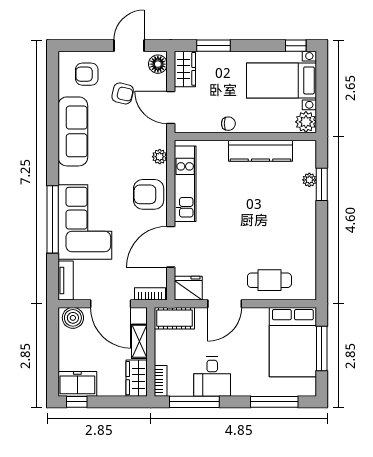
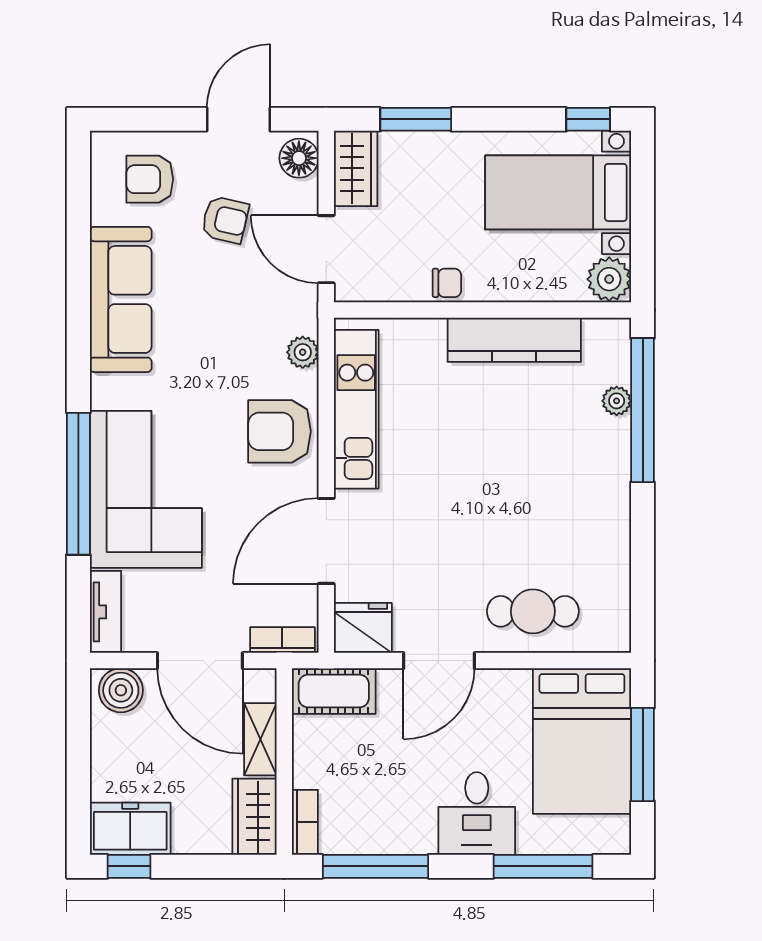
window: (322, 184) -> (643, 410), width x2.11
desk: (212, 377) -> (477, 814), moved

